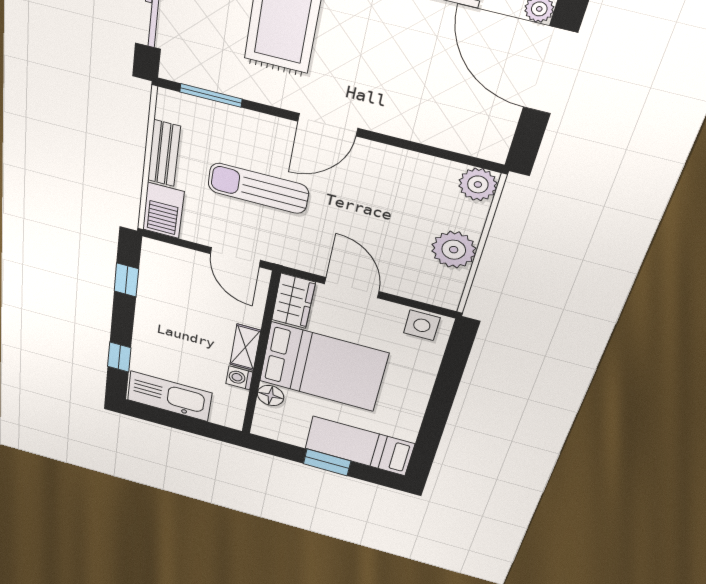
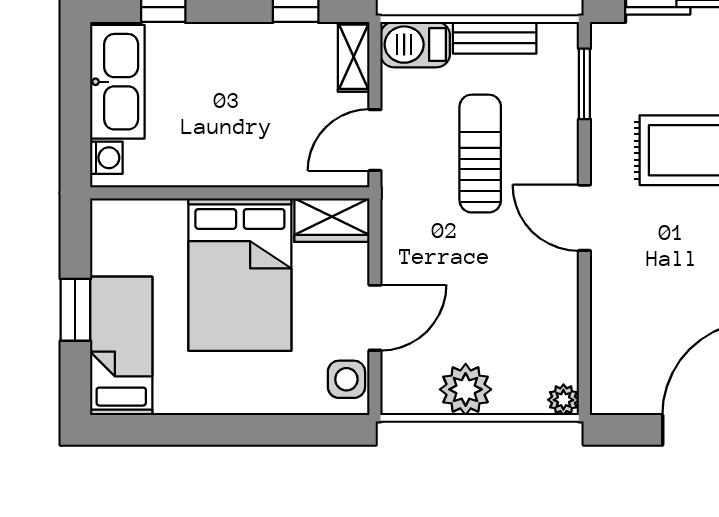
plant: (478, 184) -> (563, 400), width x0.73, depth x0.73
door: (352, 288) -> (375, 318), moved
shelving: (245, 347) -> (354, 57), moved, turned 90
washing machine: (239, 378) -> (106, 158), moved, turned 90
floor lamp: (271, 396) -> (168, 216), removed

